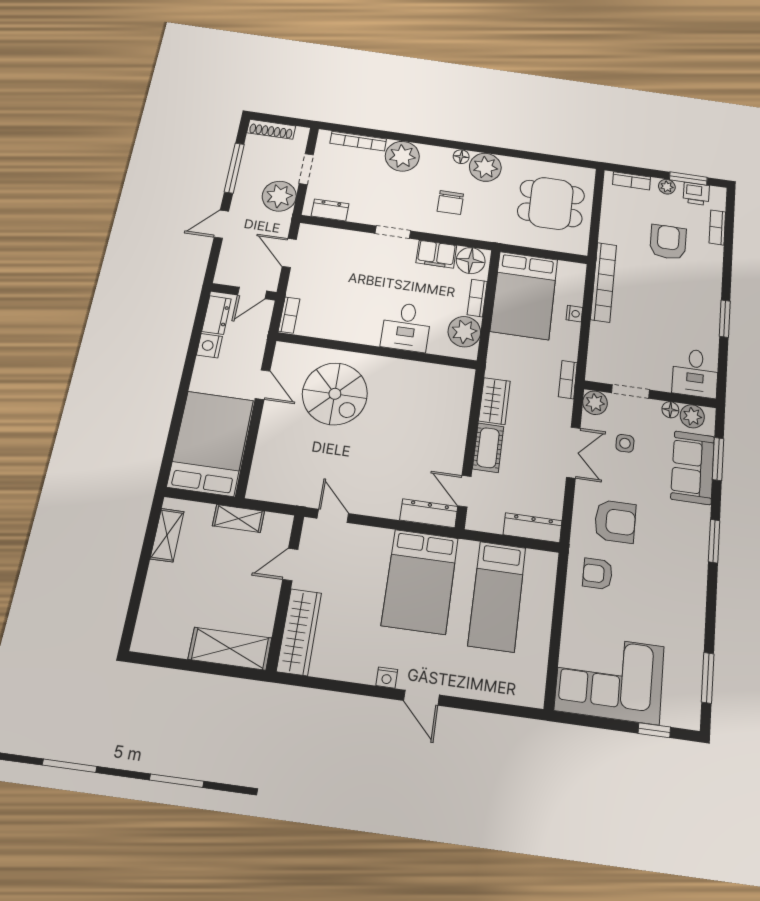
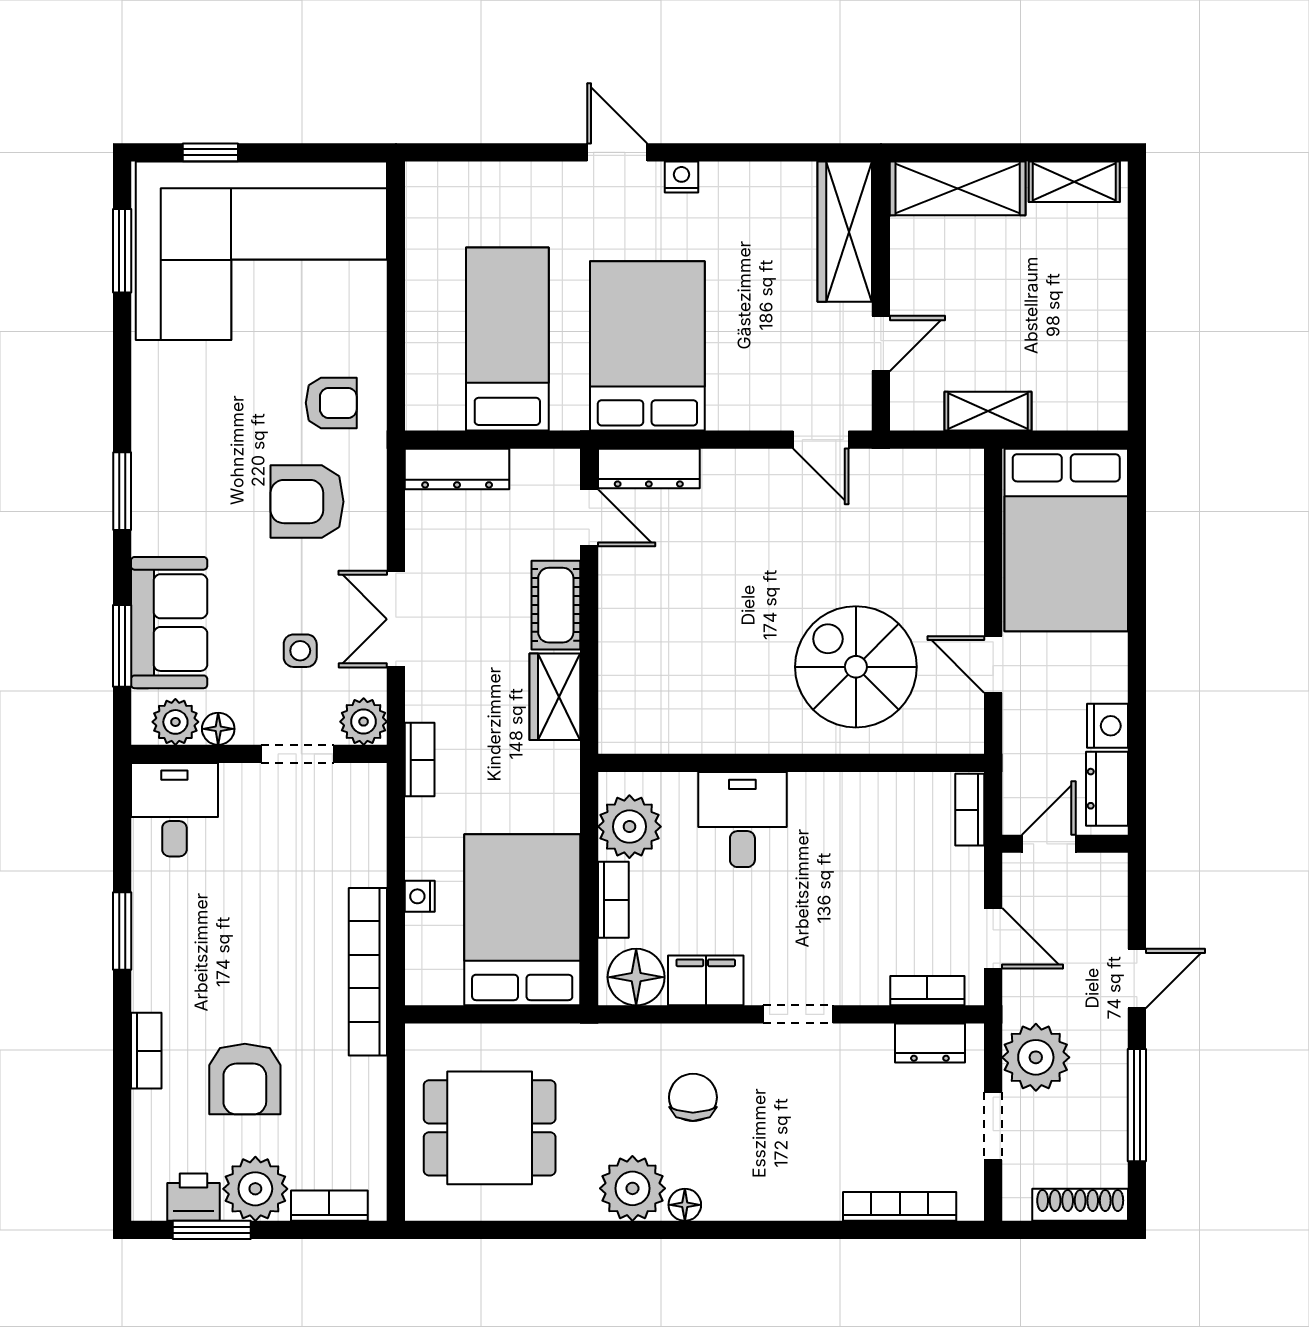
plant: (402, 156) -> (805, 1186), removed
plant: (667, 187) -> (255, 1189), width x1.88, depth x1.88
bookcase: (717, 227) -> (146, 1051), moved
bookcase: (327, 234) -> (927, 991), added
shelving: (167, 535) -> (1074, 182), moved, turned 90
corner sofa: (610, 678) -> (261, 251), width x1.36, depth x1.36

